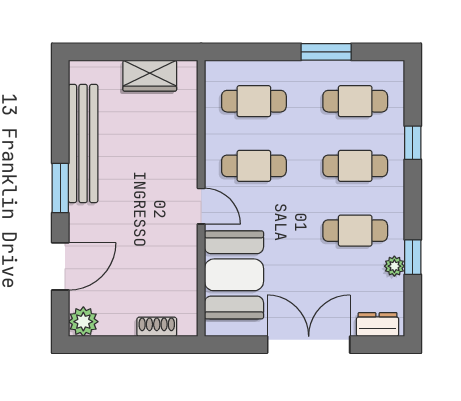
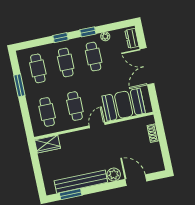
wardrobe: (150, 76) -> (47, 144), moved, turned 90
window: (413, 143) -> (61, 38), moved
window: (60, 188) -> (71, 194), moved
window: (413, 257) -> (88, 32), moved
plant: (83, 322) -> (114, 175), moved

